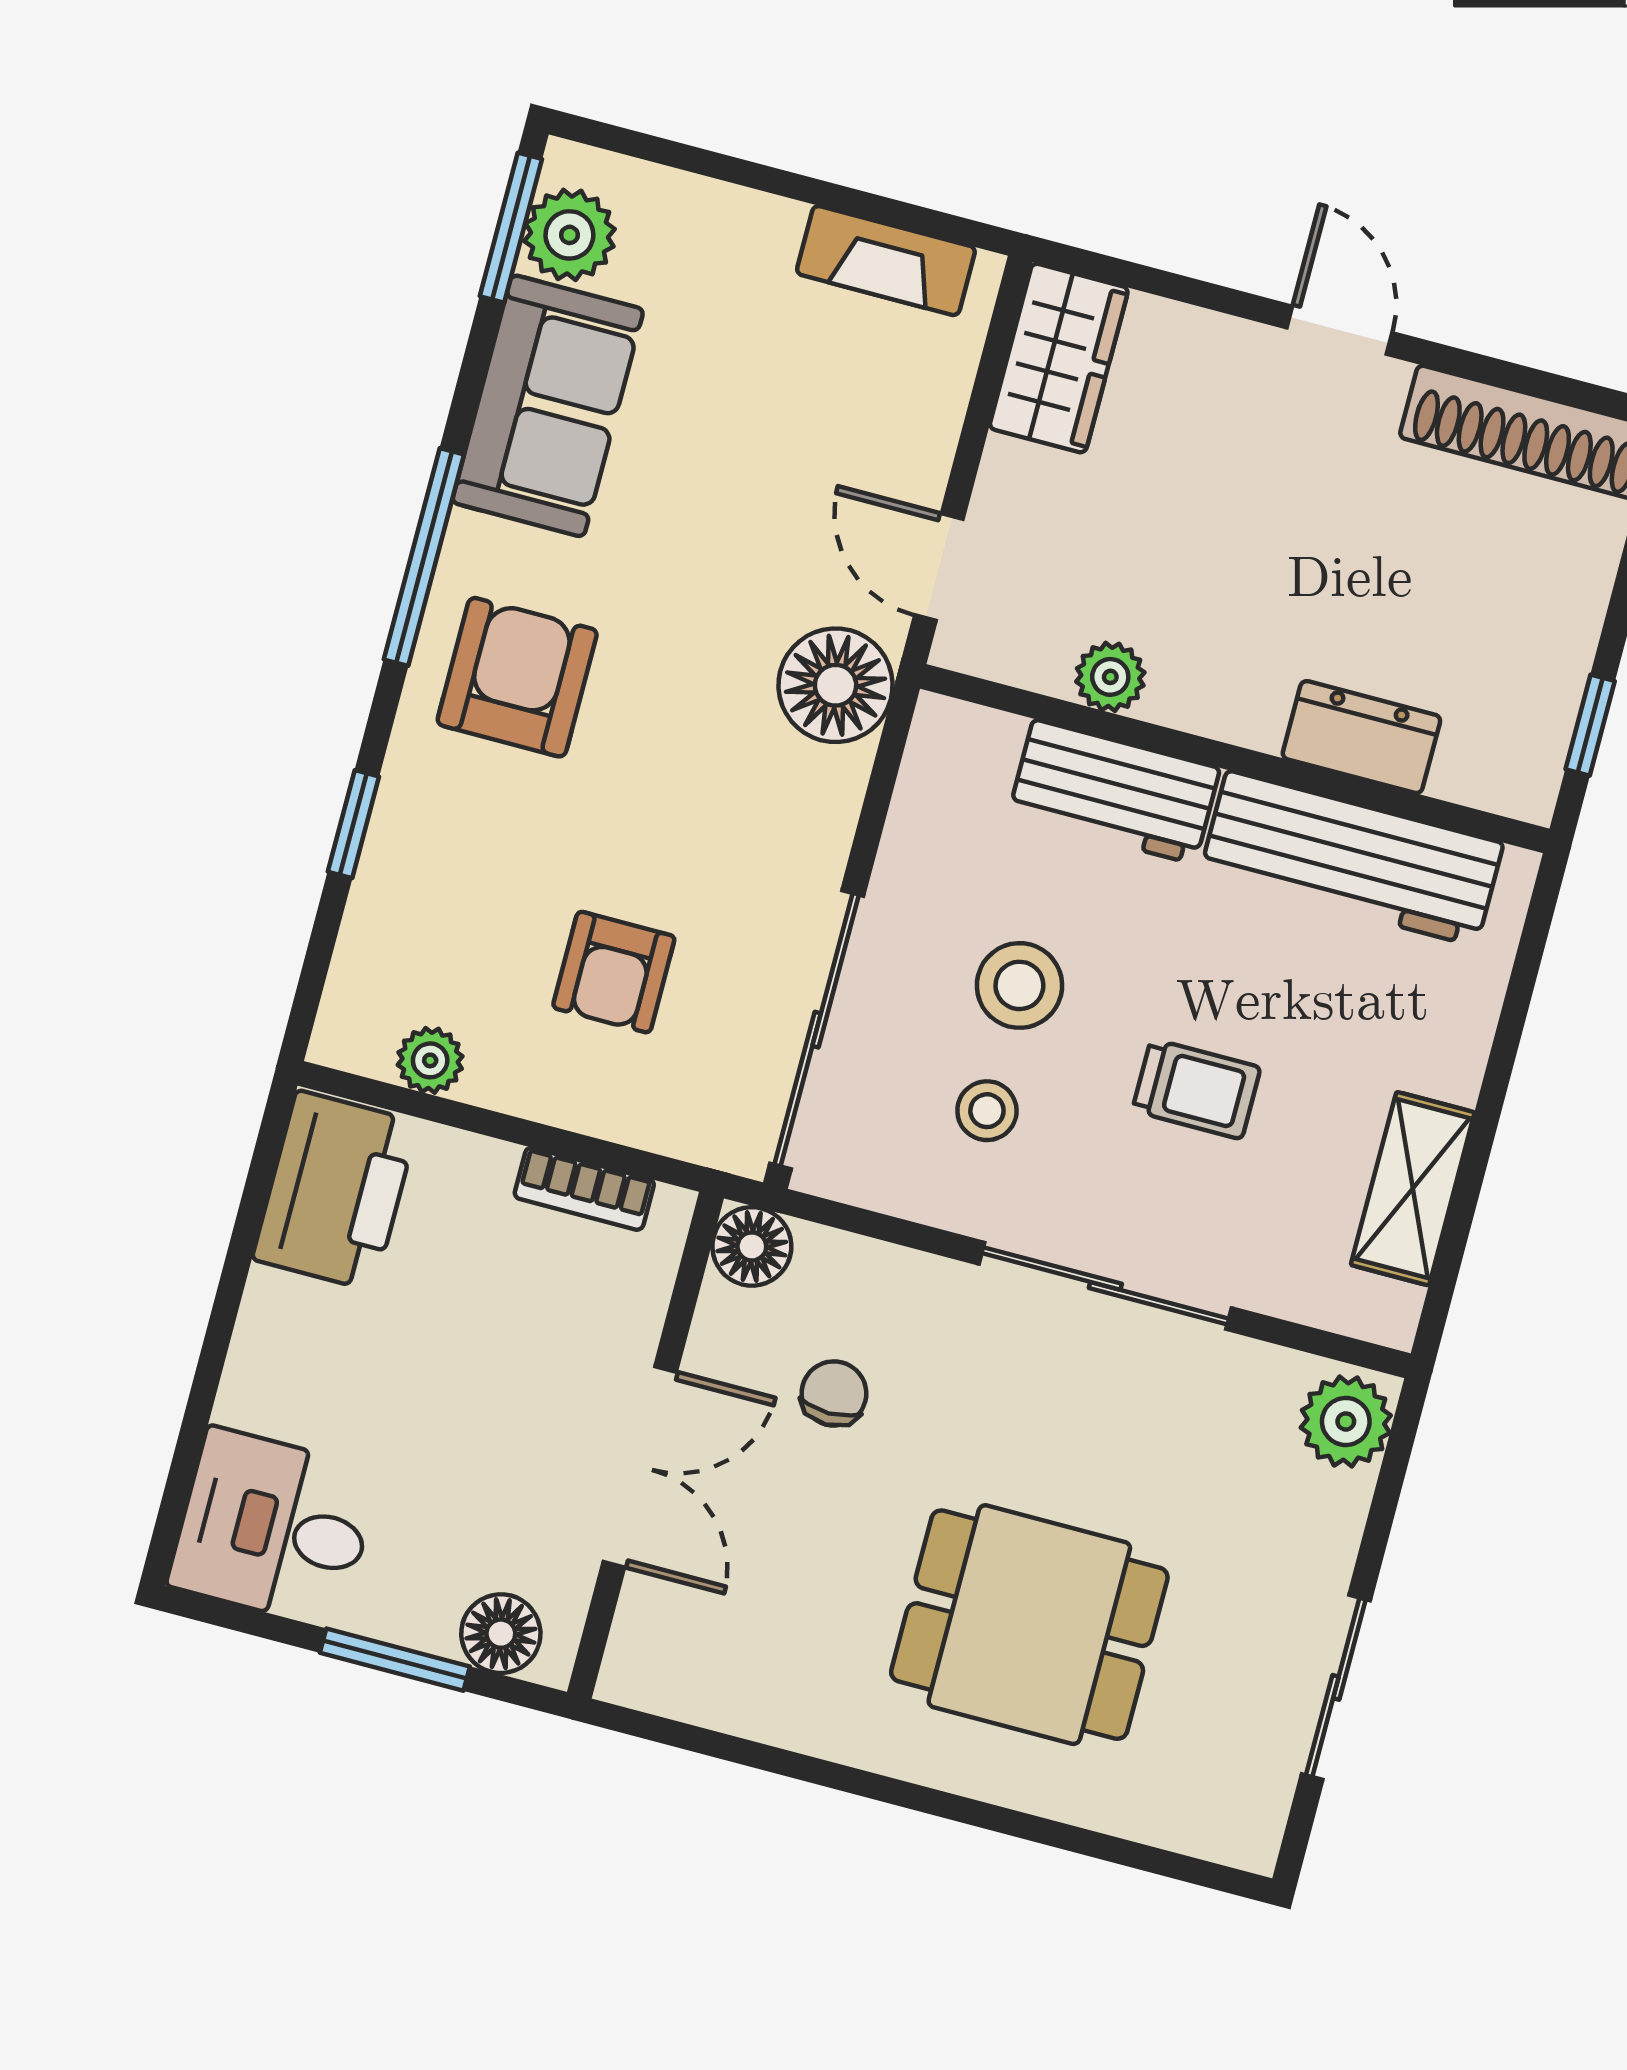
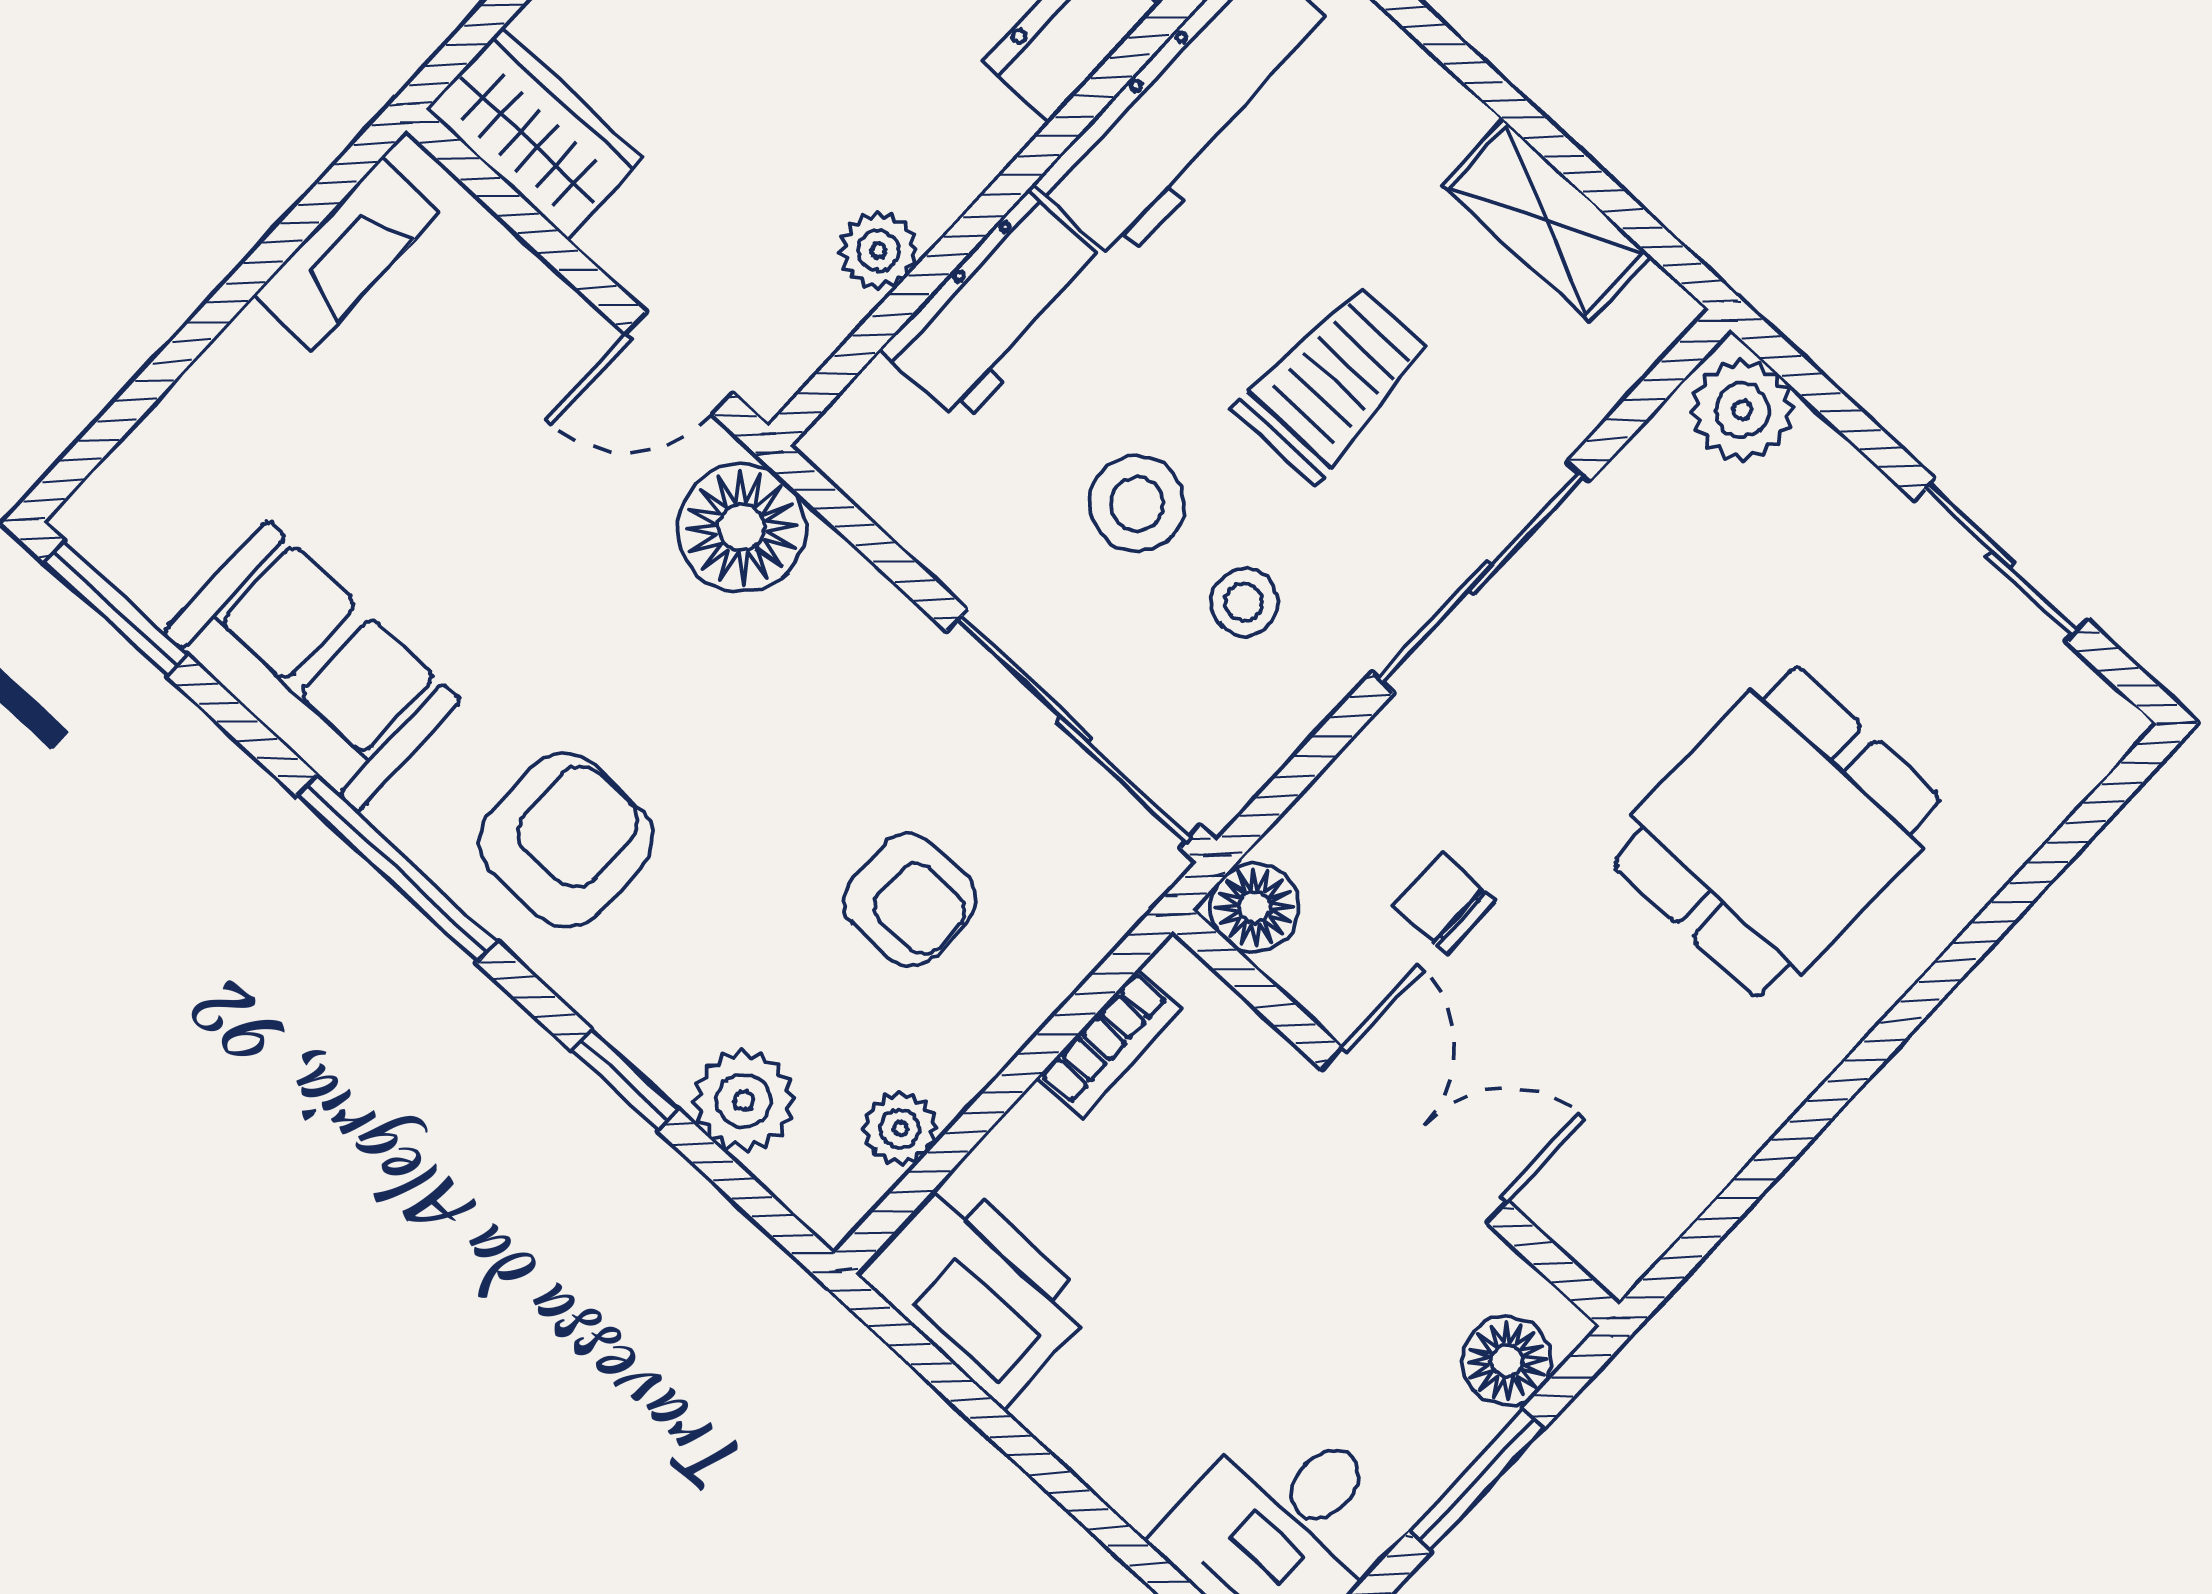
plant: (569, 235) -> (744, 1100), moved
armchair: (517, 677) -> (566, 840), turned 90
trolley: (1196, 1089) -> (1333, 383), width x1.36, depth x1.39

